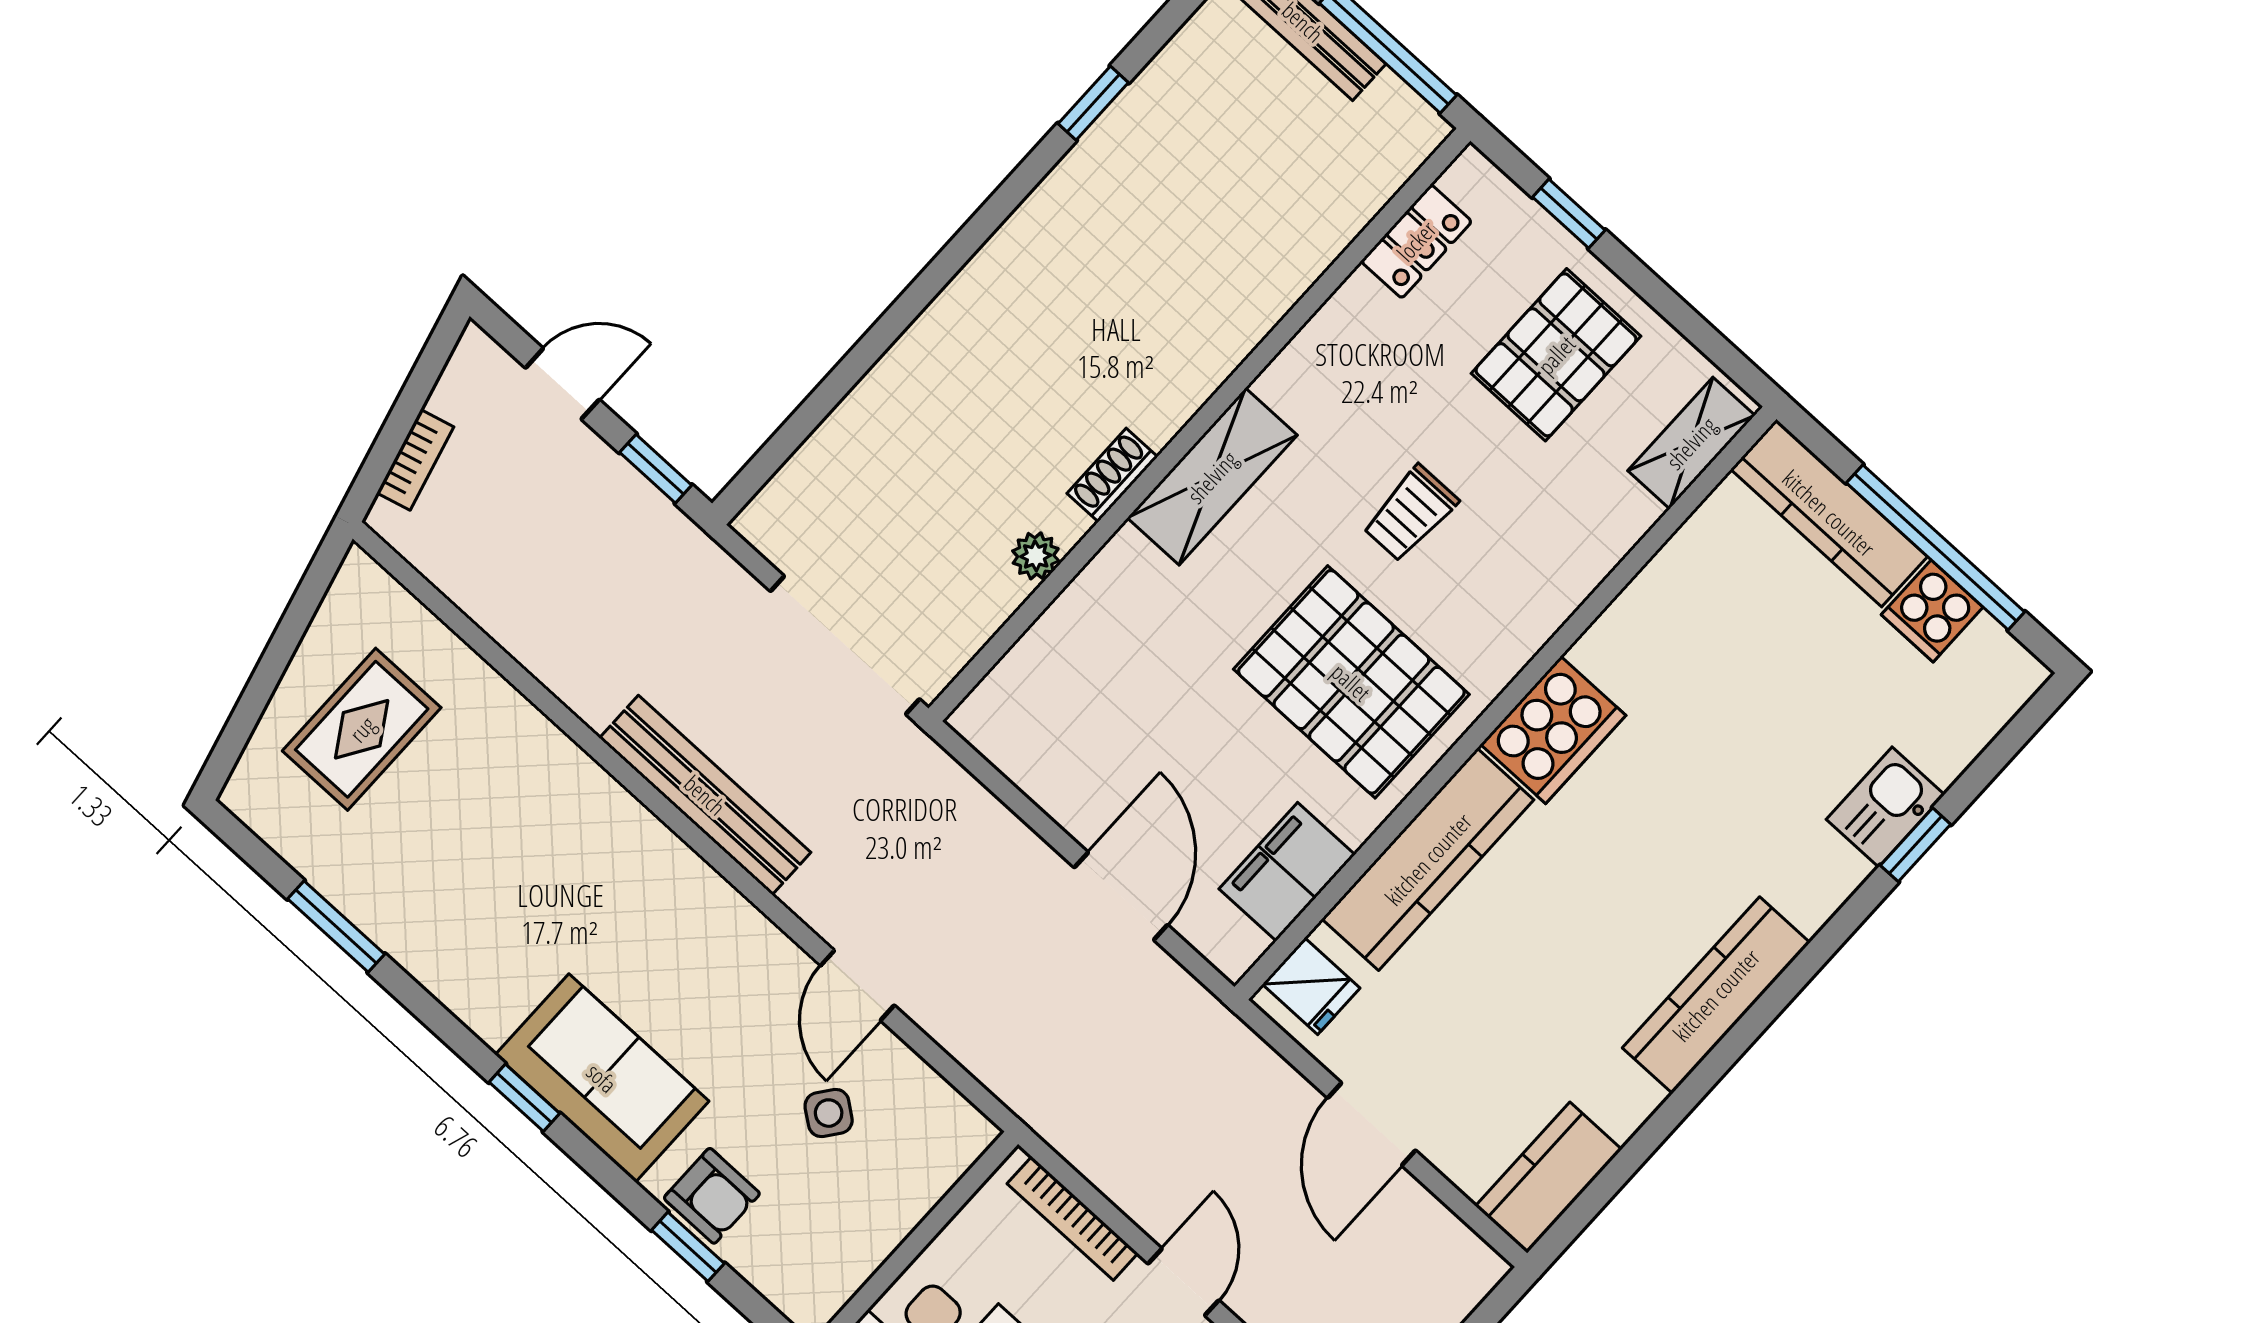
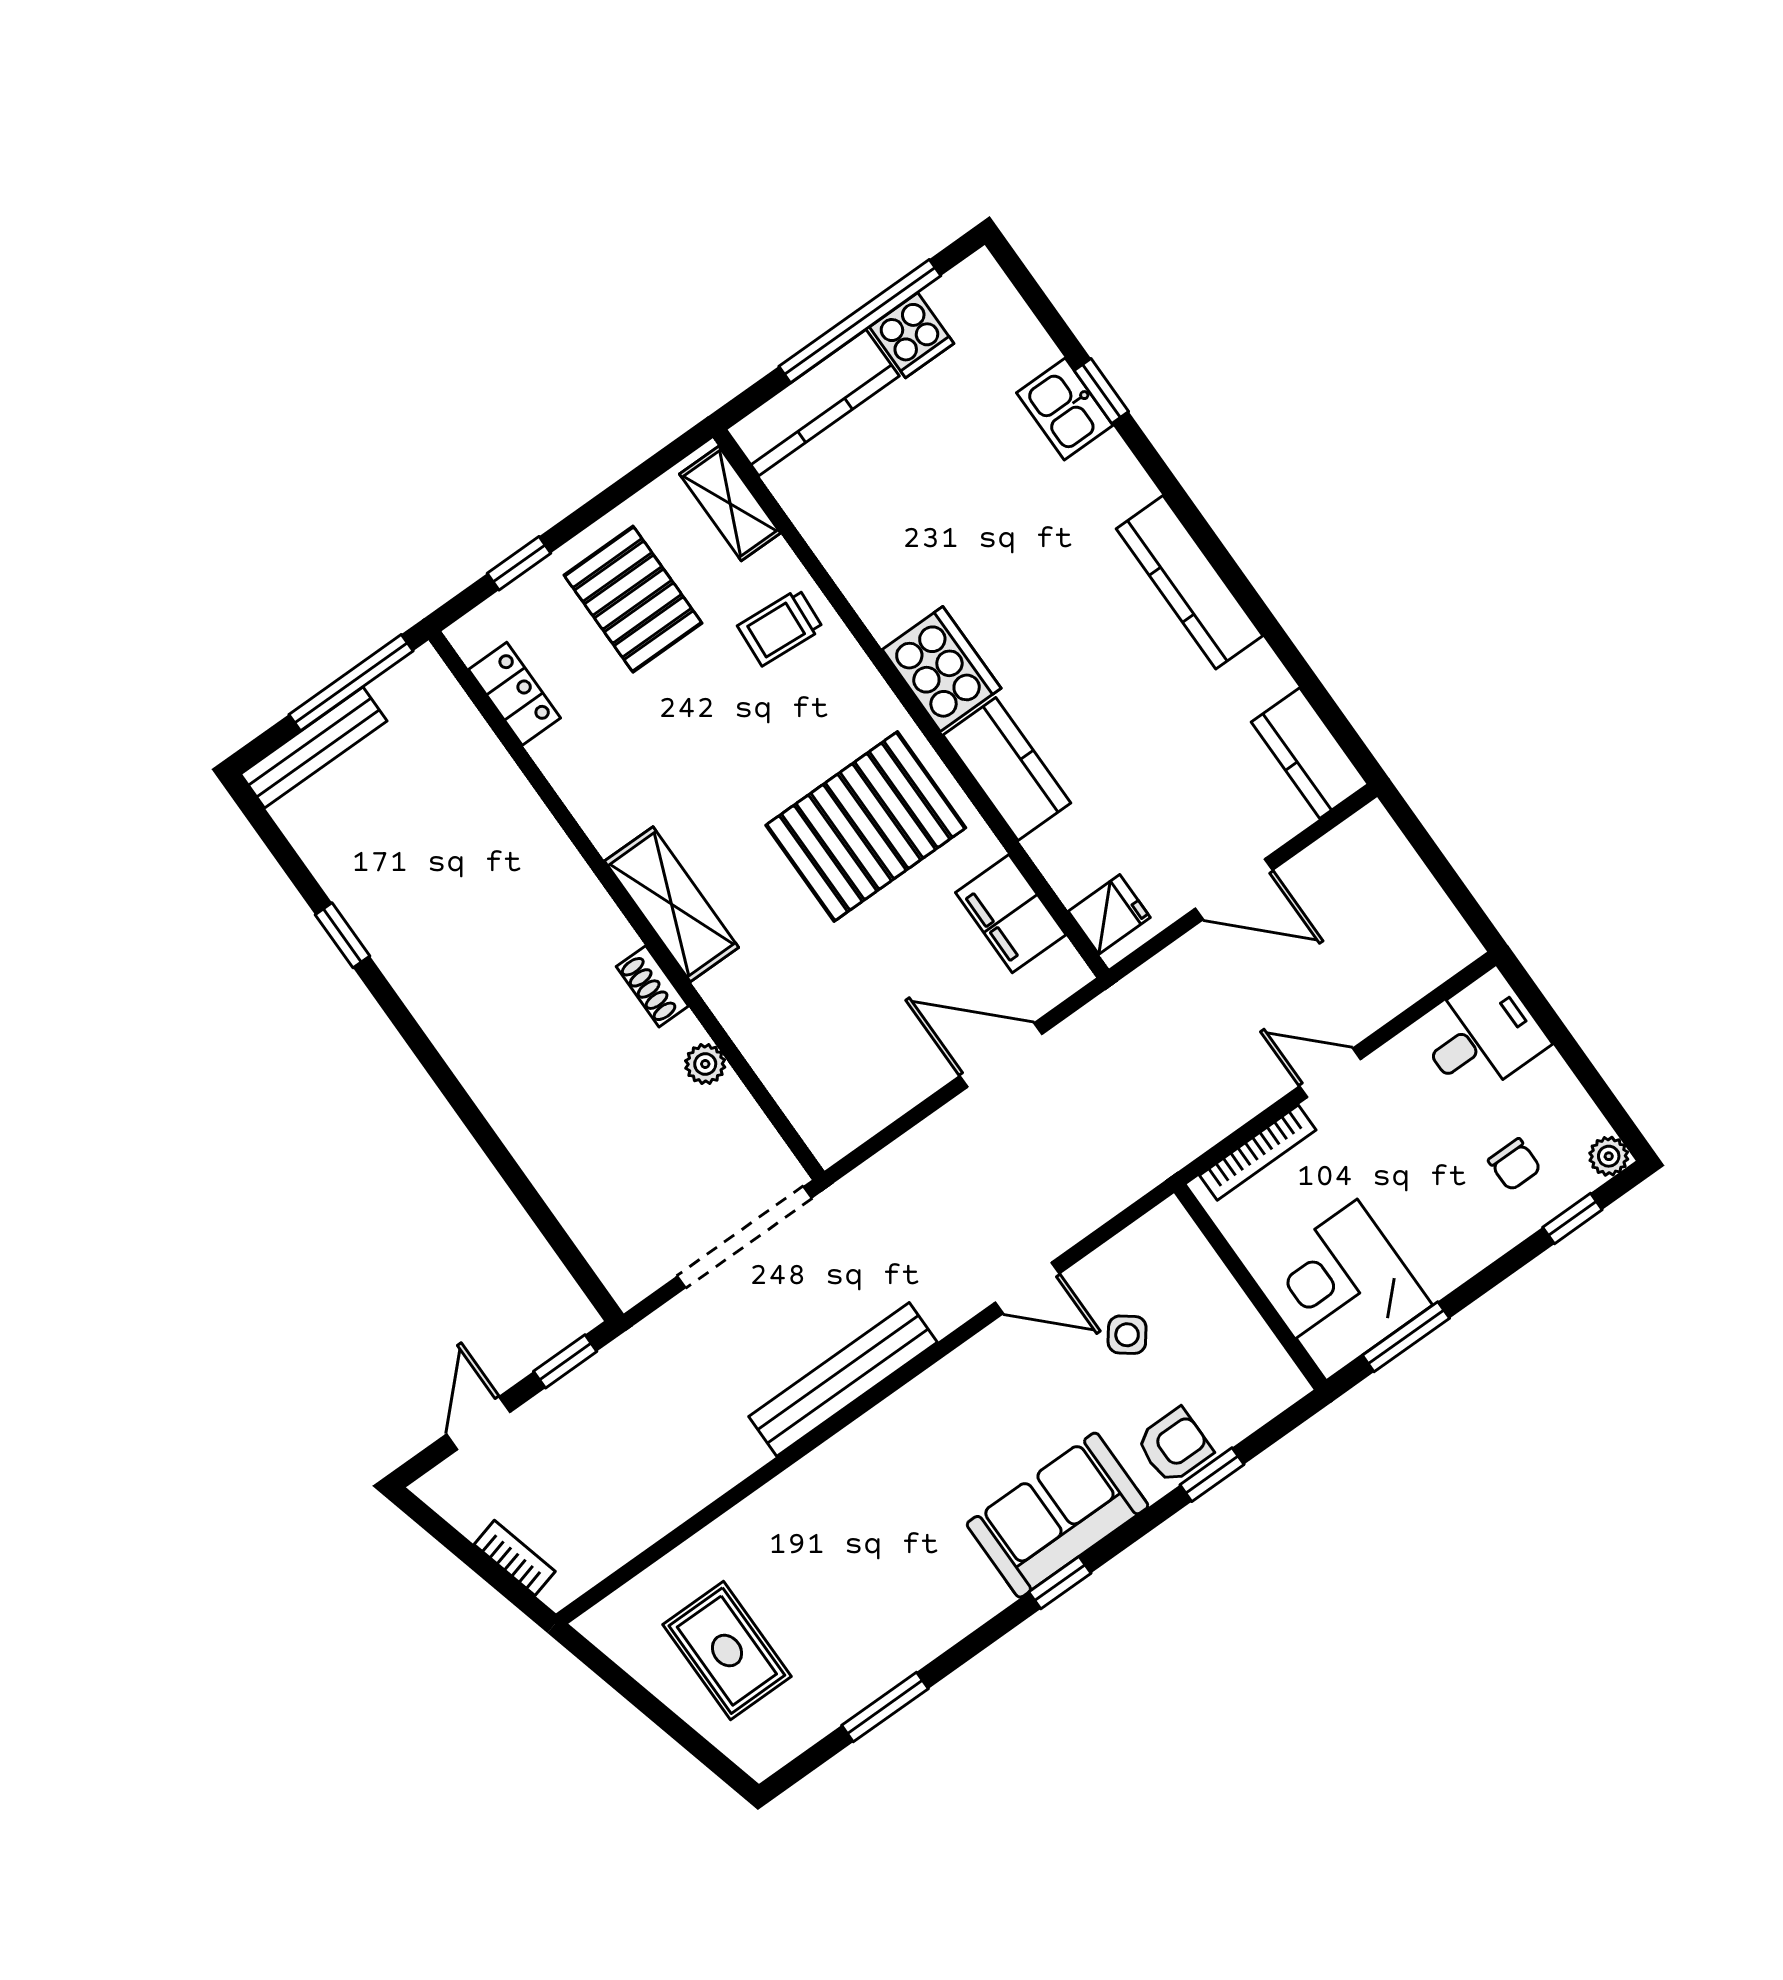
trolley: (1410, 513) -> (780, 627), moved, turned 94
kitchen counter: (1428, 859) -> (1007, 769), width x0.67

